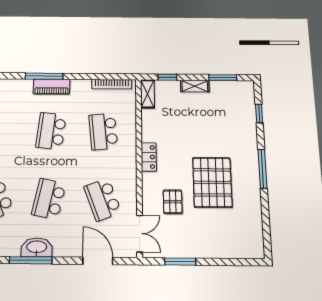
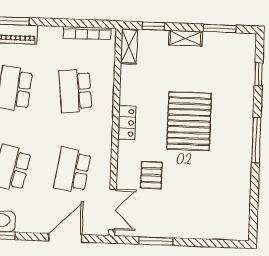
pallet: (212, 182) -> (189, 121), moved
school desk: (103, 199) -> (72, 170), turned 30
door: (98, 261) -> (65, 238), hinge flipped

